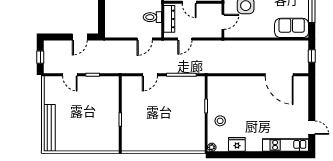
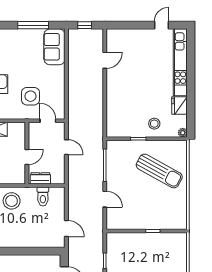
dresser: (169, 19) -> (40, 178), width x0.70
door: (145, 39) -> (66, 229), moved
door: (185, 39) -> (66, 147), moved
door: (279, 75) -> (105, 60), width x0.53
sun lounger: (176, 125) -> (159, 171), added
kitchen unit: (286, 145) -> (180, 62), width x1.36

